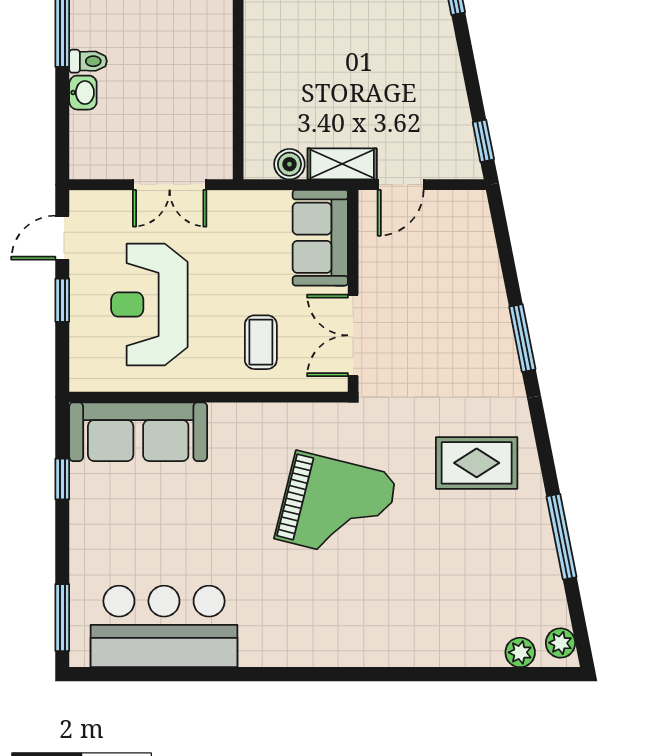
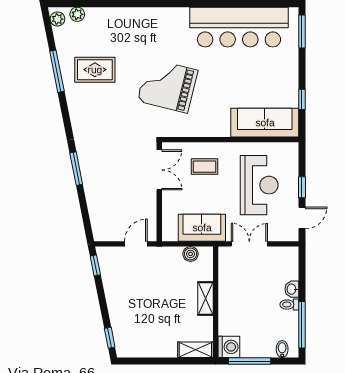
shelving: (342, 164) -> (205, 299), moved, turned 90
sofa: (320, 238) -> (202, 228), moved, turned -90
coffee table: (261, 342) -> (205, 167), turned 90
rug: (477, 463) -> (95, 70), moved
bar counter: (164, 626) -> (239, 27), width x1.36

